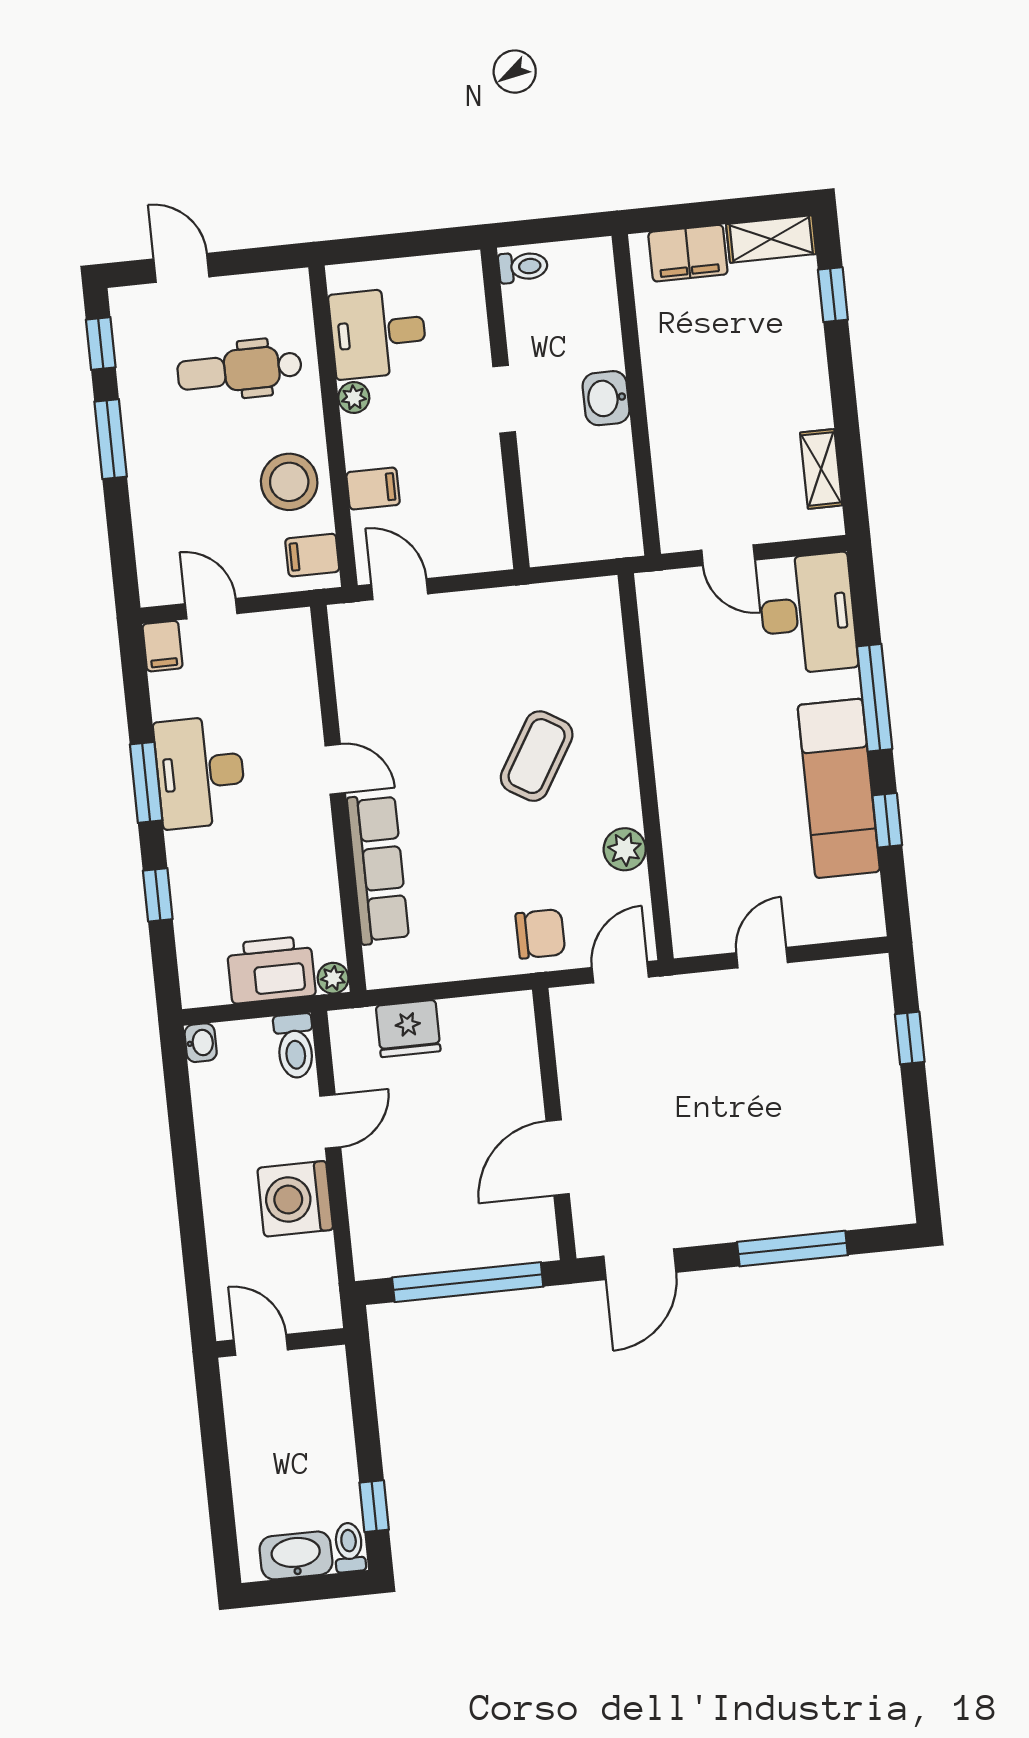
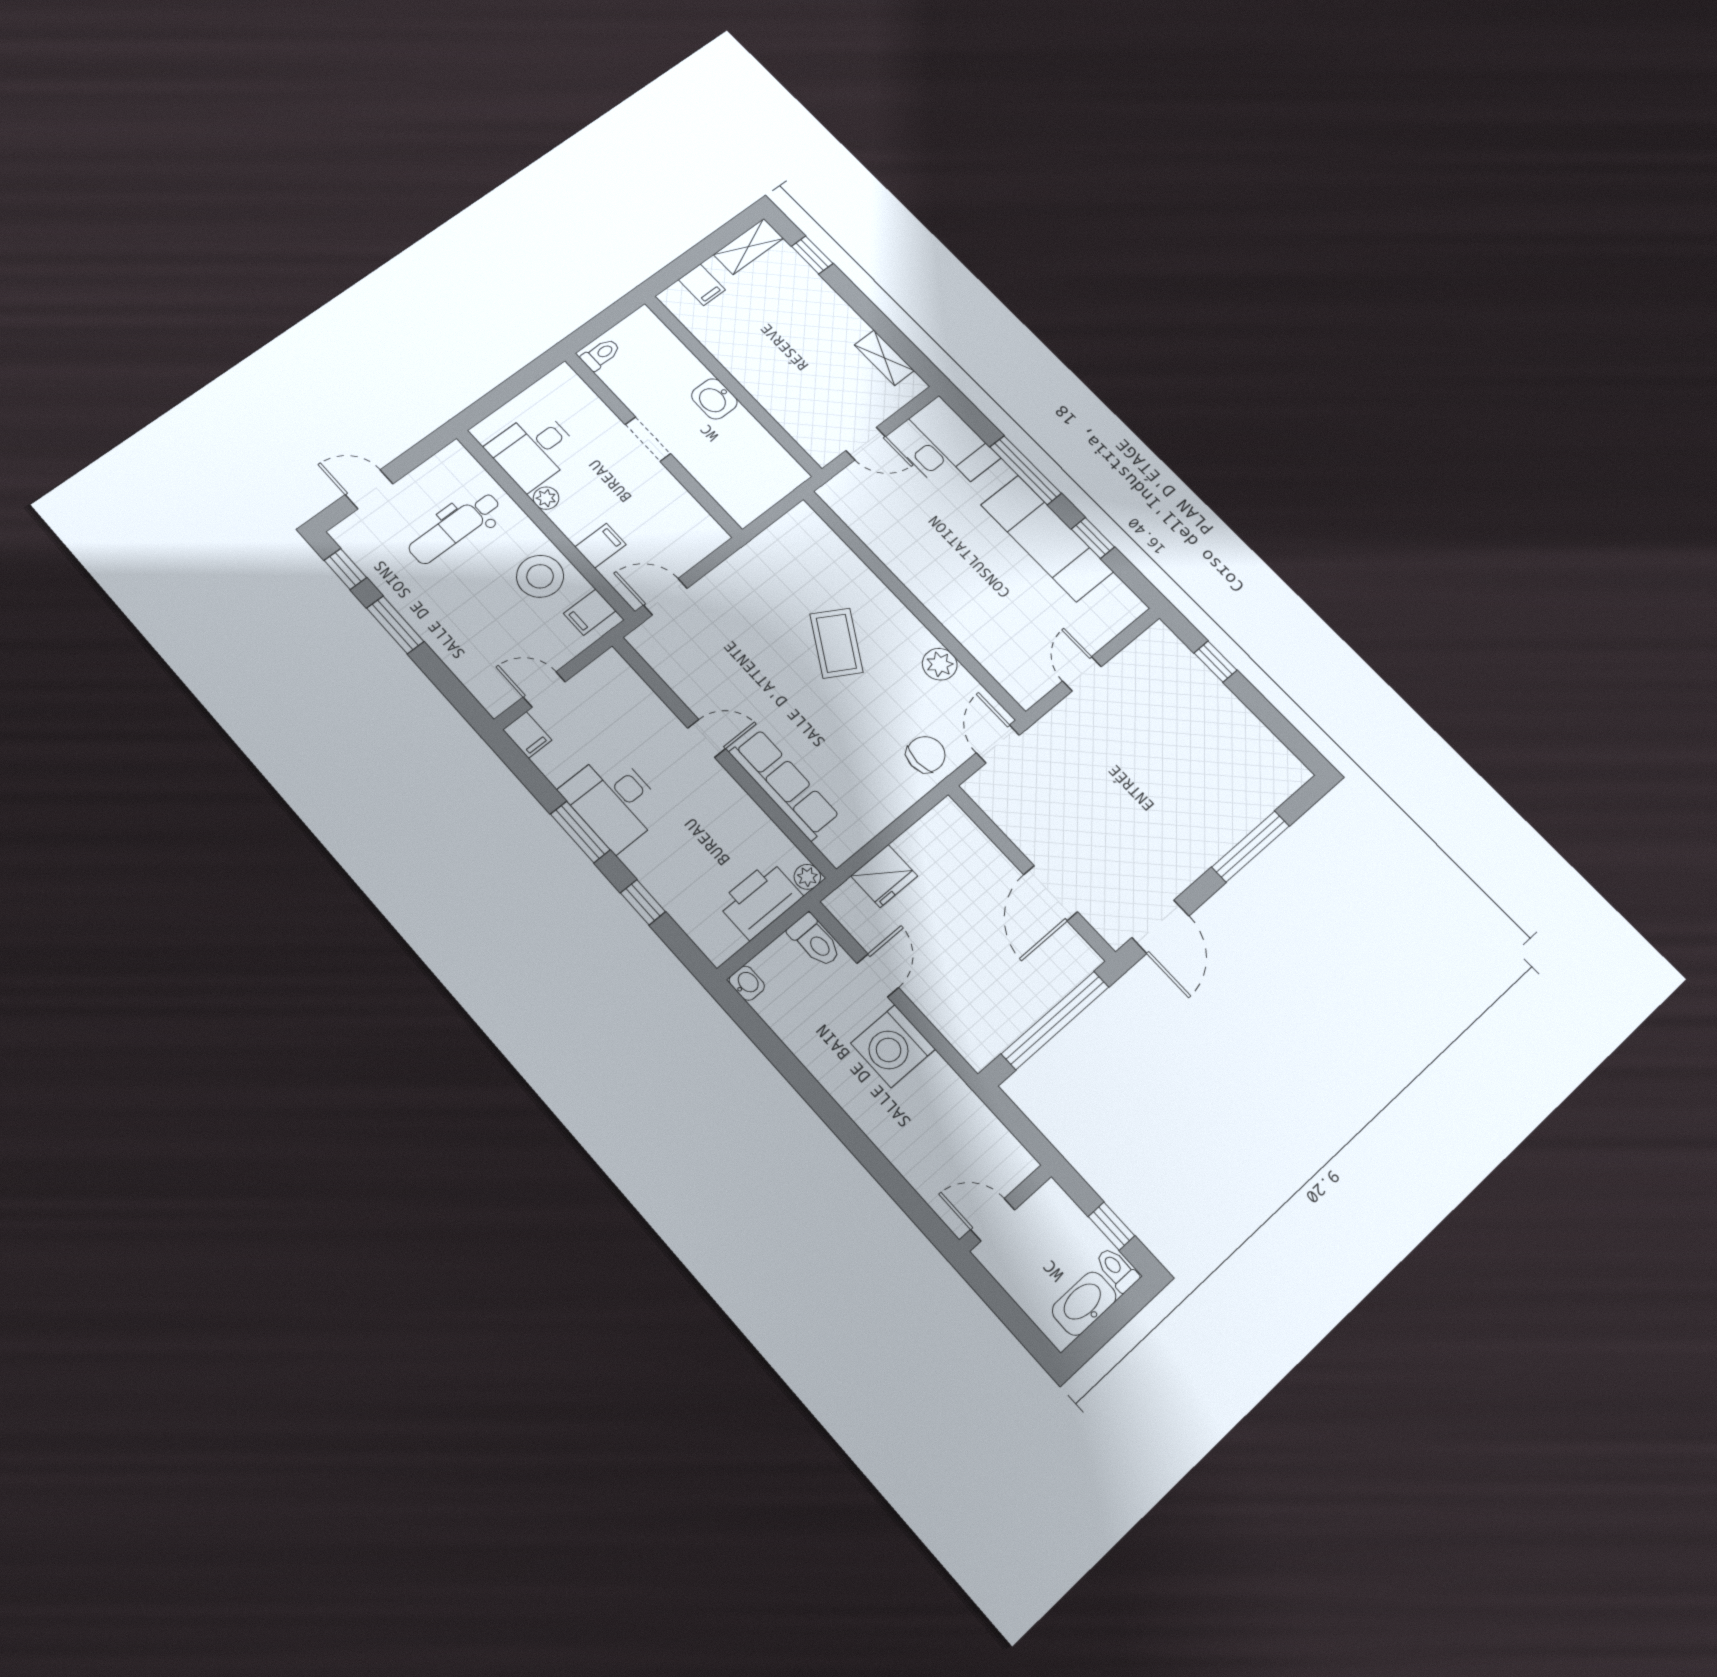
filing cabinet: (688, 253) -> (702, 285), width x0.50
wall: (281, 1343) -> (1006, 1208), moved
door: (261, 1345) -> (993, 1220), moved

